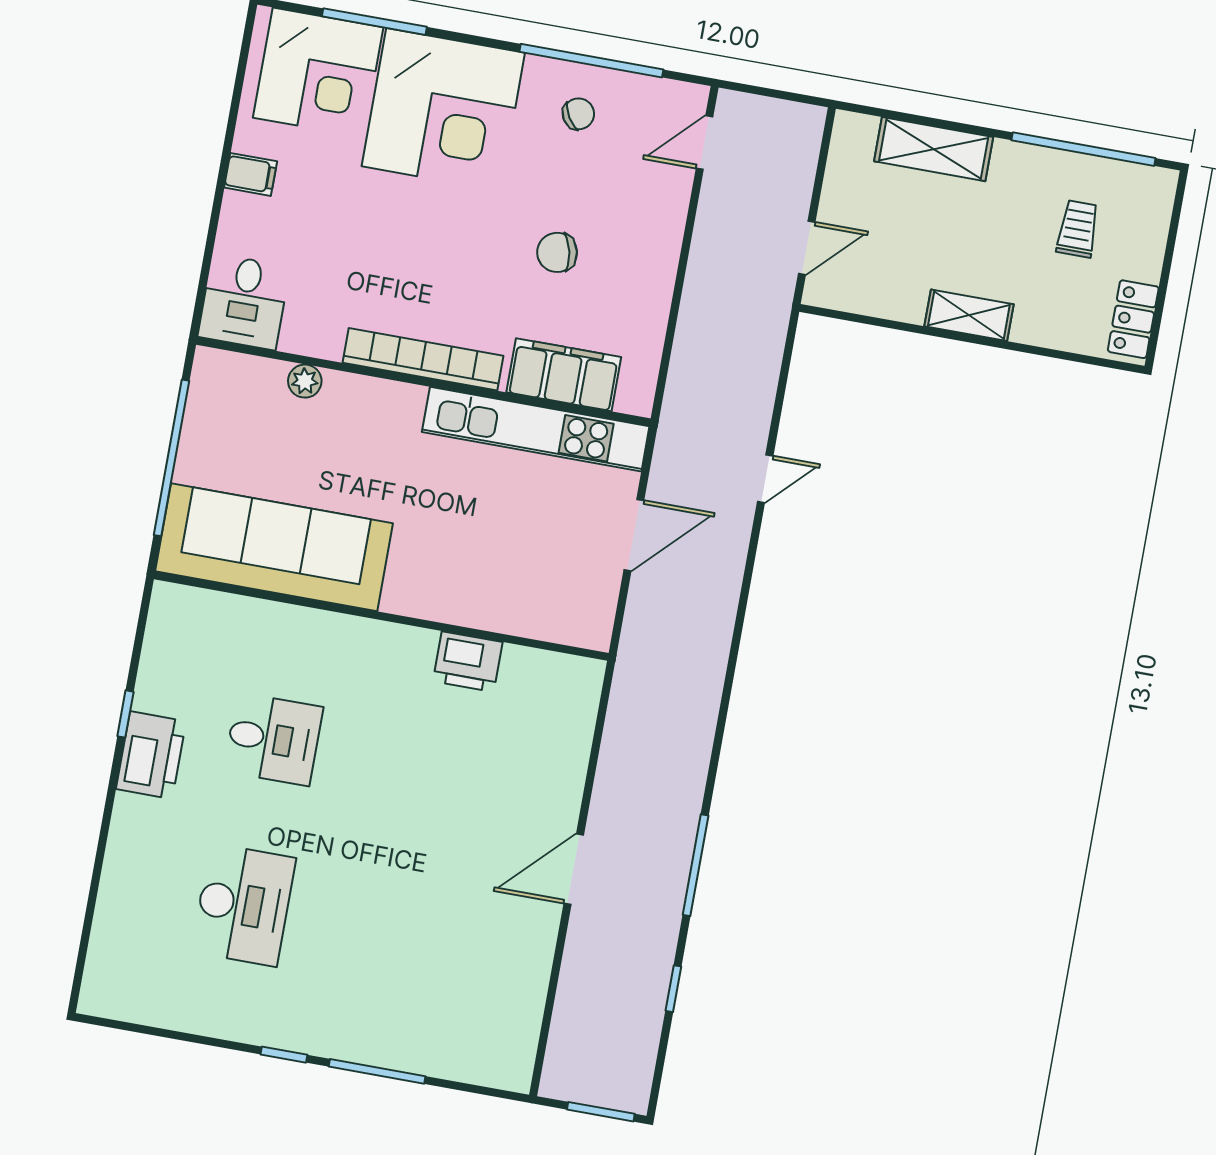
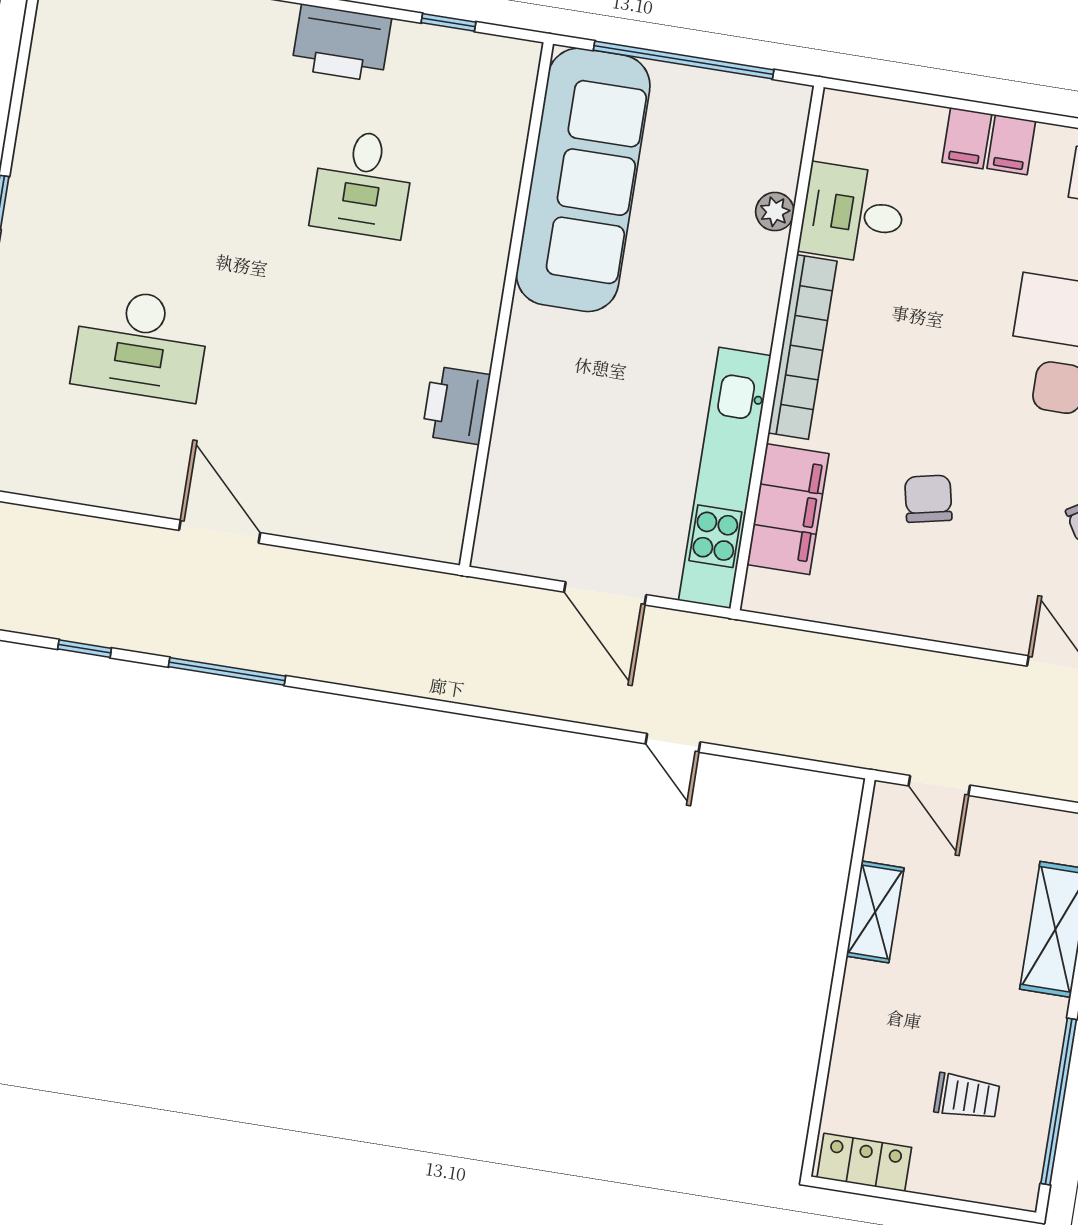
filing cabinet: (244, 213) -> (967, 138), added
desk: (244, 302) -> (853, 214), moved
shelving: (969, 315) -> (875, 912), moved
window: (125, 714) -> (448, 22), moved
desk: (244, 905) -> (141, 344), moved

